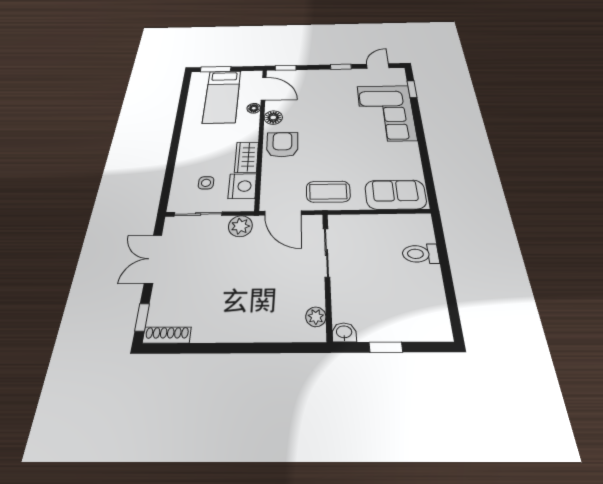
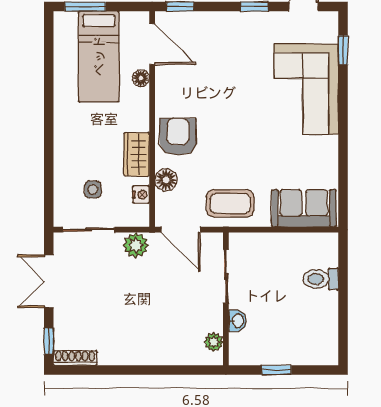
floor lamp: (273, 118) -> (166, 180), moved
nightstand: (242, 186) -> (141, 195), width x0.53, depth x0.56
washbasin: (344, 332) -> (237, 321), moved, turned 90

